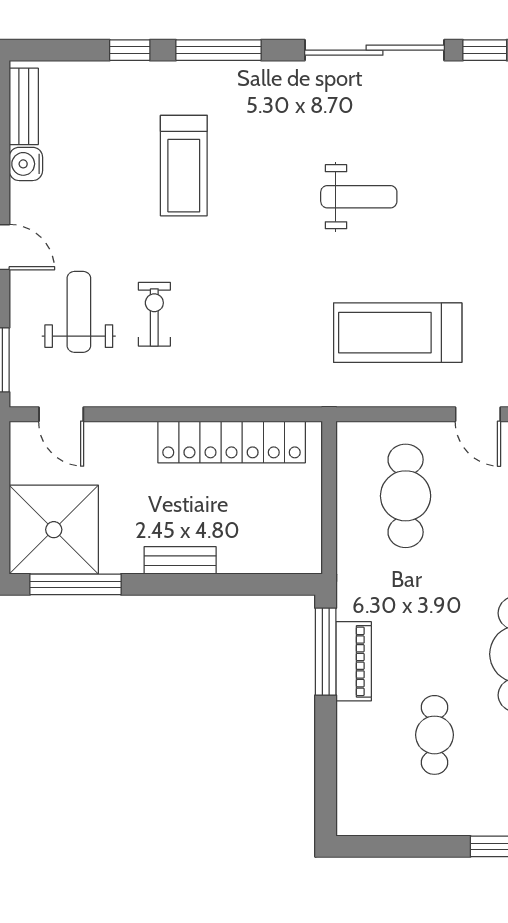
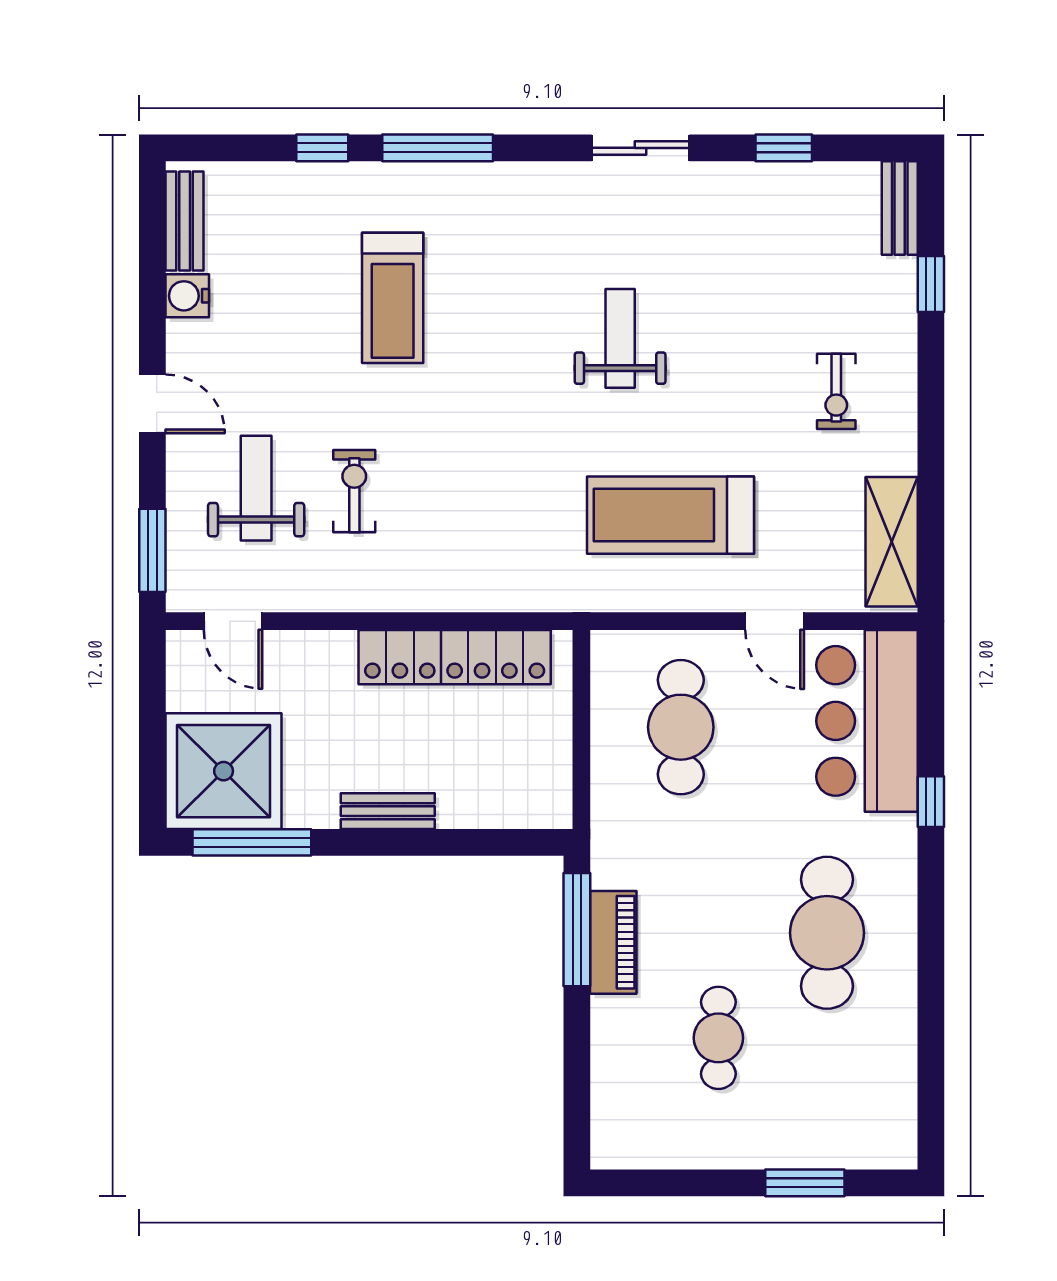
sliding door: (375, 50) -> (640, 148), width x0.54
weight bench: (359, 197) -> (620, 338), turned -90

